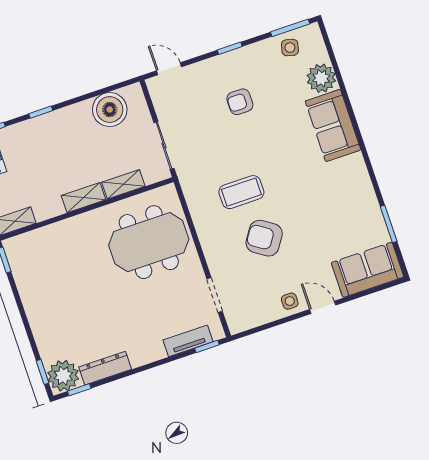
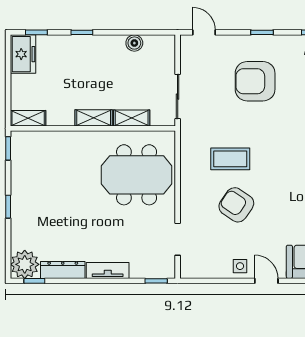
armchair: (240, 102) -> (255, 81), width x1.88, depth x1.88
boiler: (110, 110) -> (134, 43), width x0.54, depth x0.54
tv unit: (188, 341) -> (108, 271), moved
window: (43, 372) -> (8, 207), moved

